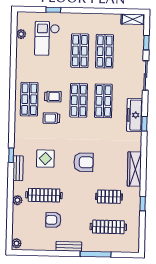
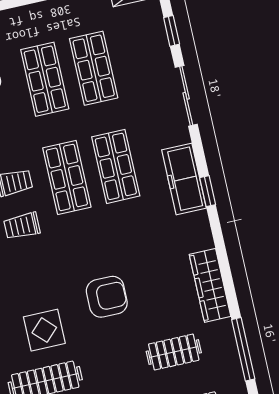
display table: (45, 159) -> (44, 330), moved
window: (143, 204) -> (243, 349), width x2.17

